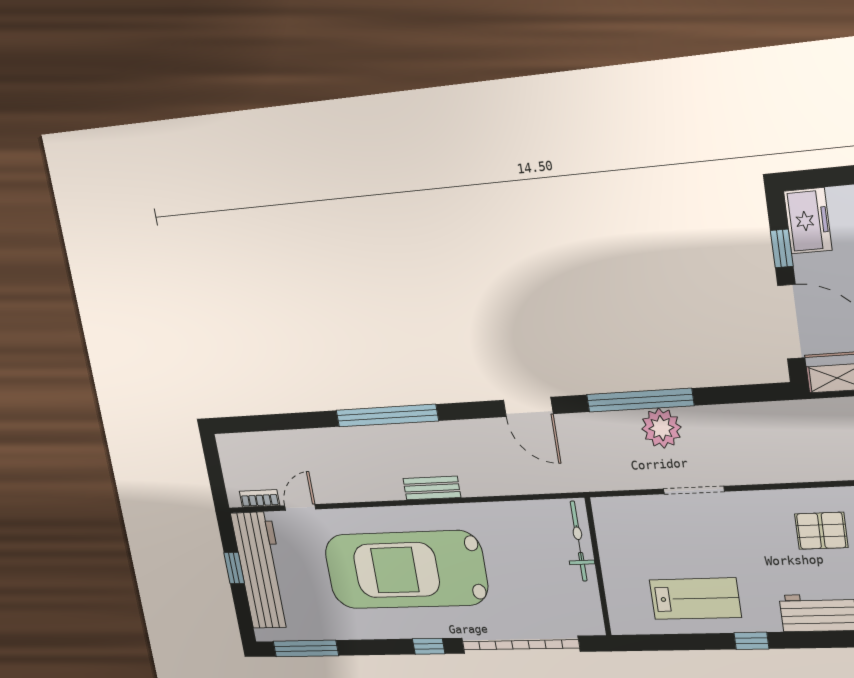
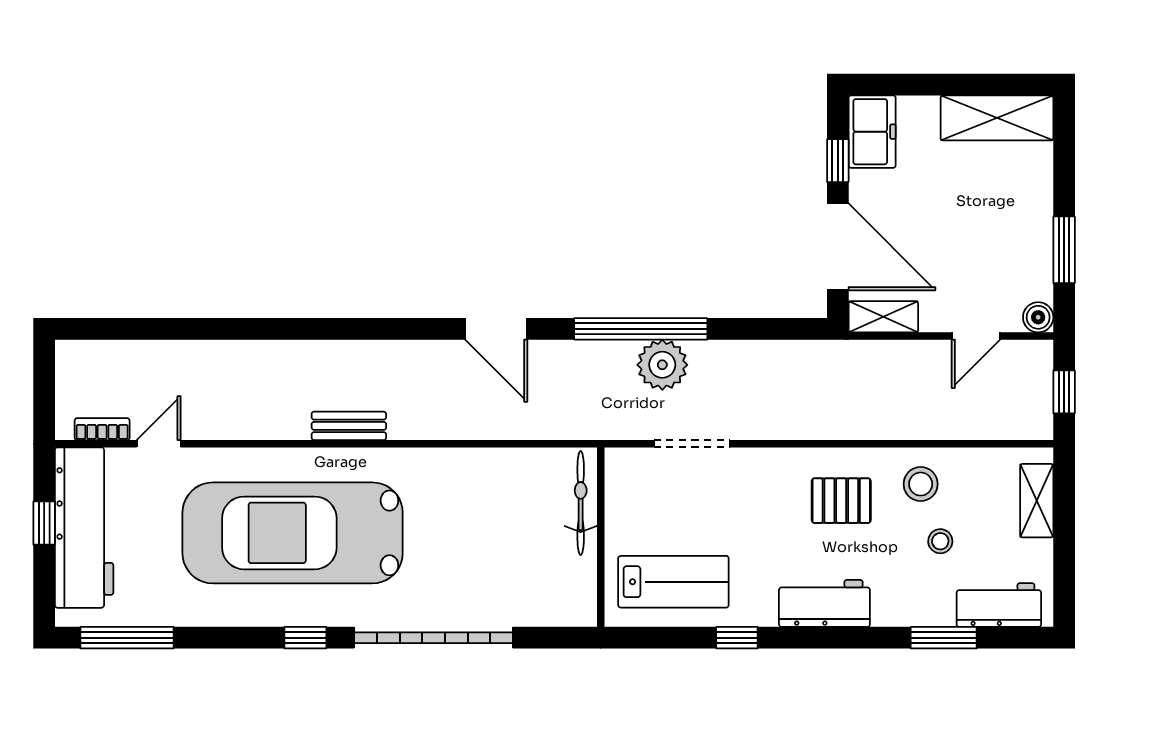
window: (387, 415) -> (305, 329), removed
bicycle: (579, 541) -> (581, 503), moved
wall: (598, 567) -> (601, 537), moved

